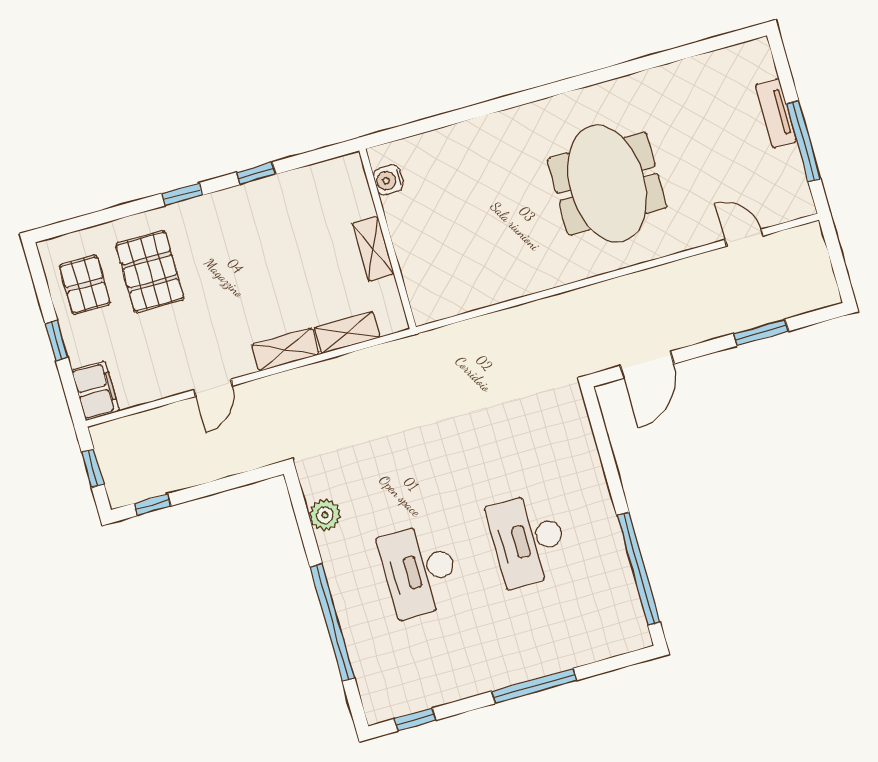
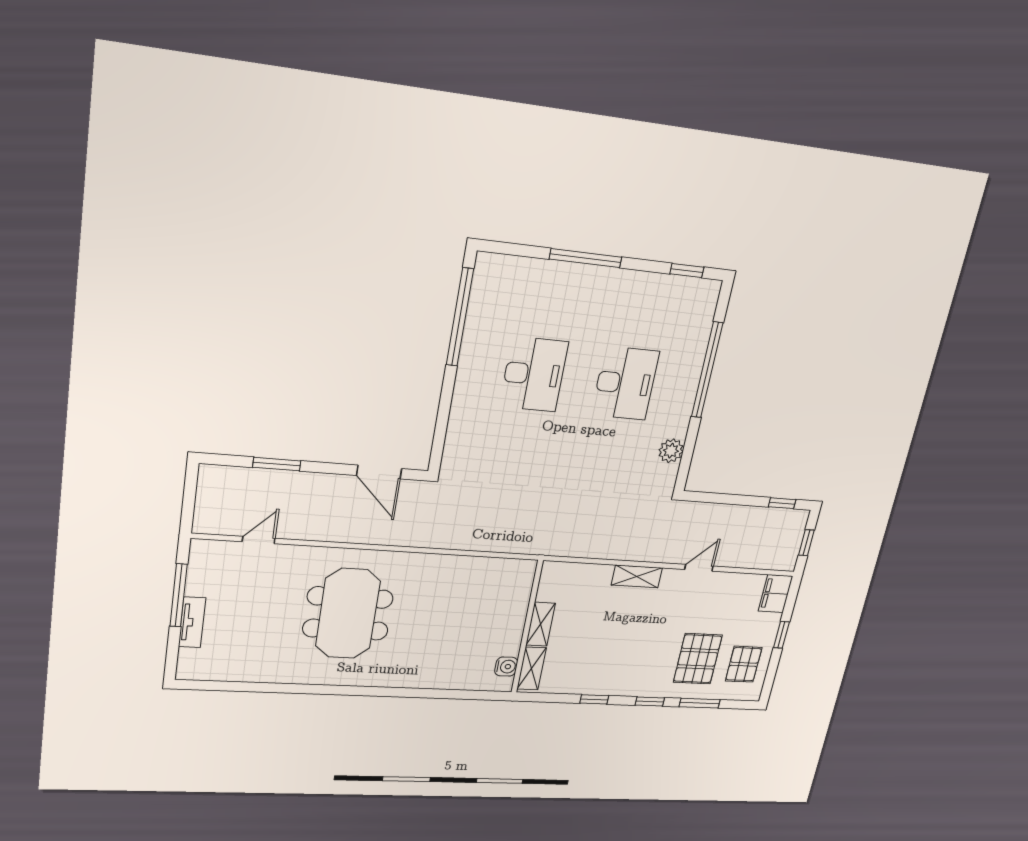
window: (114, 213) -> (700, 703), added
door: (744, 238) -> (259, 540), swing flipped
shelving: (347, 333) -> (532, 669), moved, turned 90
door: (647, 365) -> (379, 472), swing flipped

